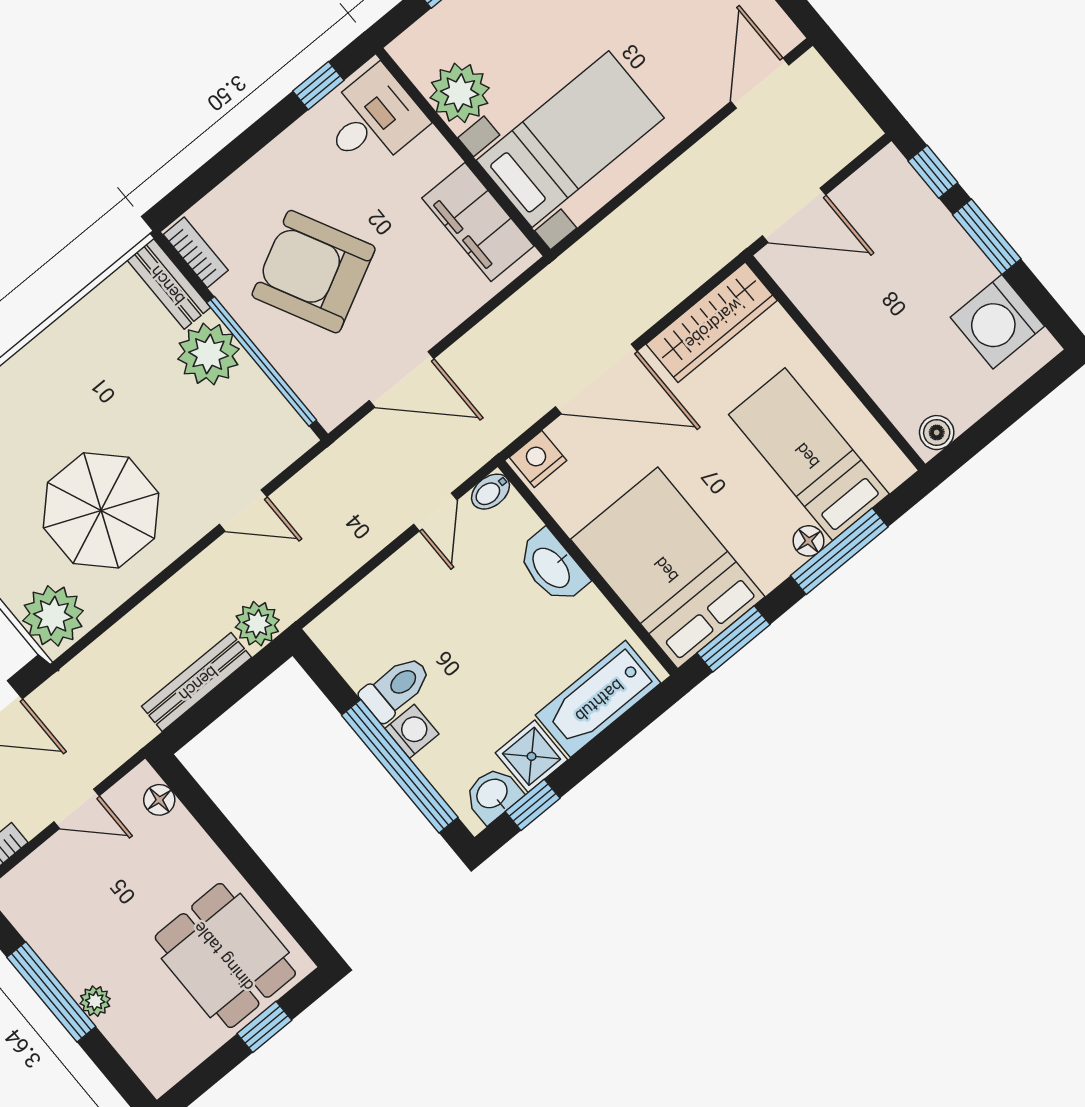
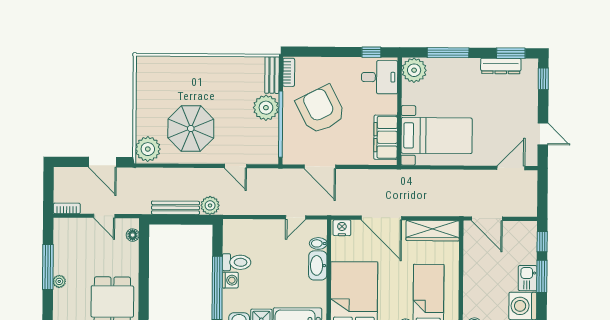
plant: (460, 93) -> (414, 70), moved
kitchen sink: (963, 262) -> (528, 278), added
bidet: (491, 492) -> (318, 243), moved

